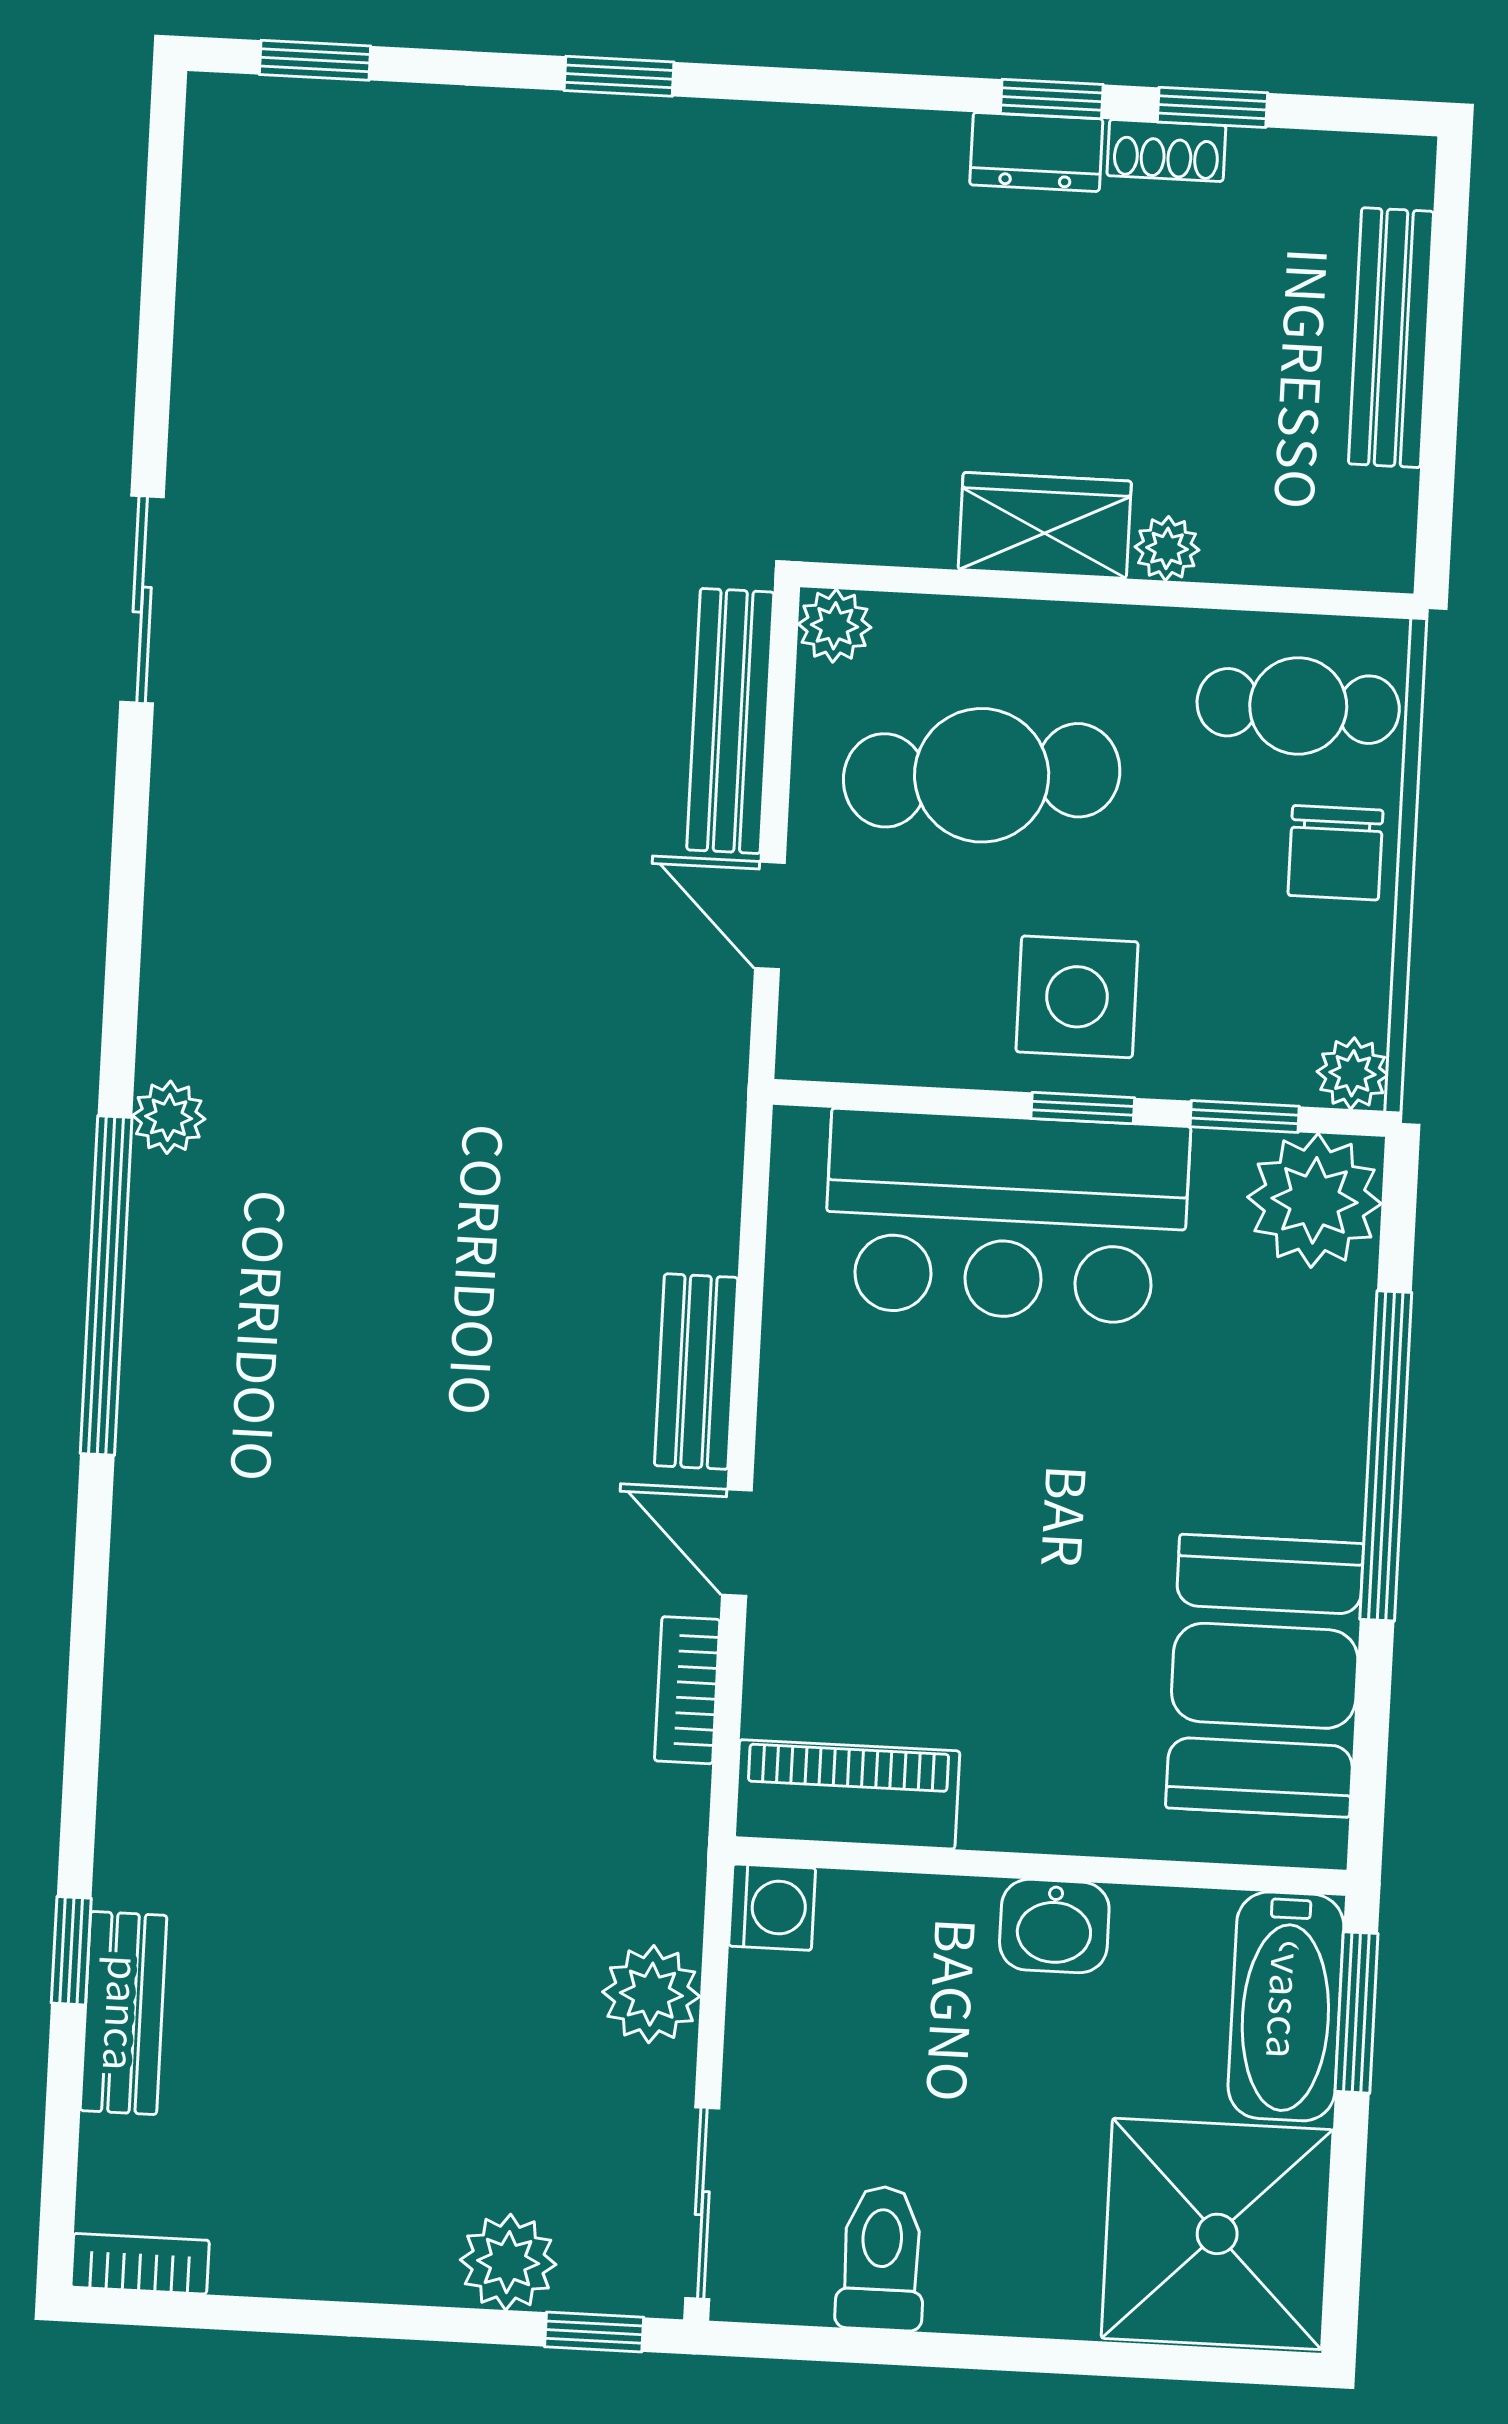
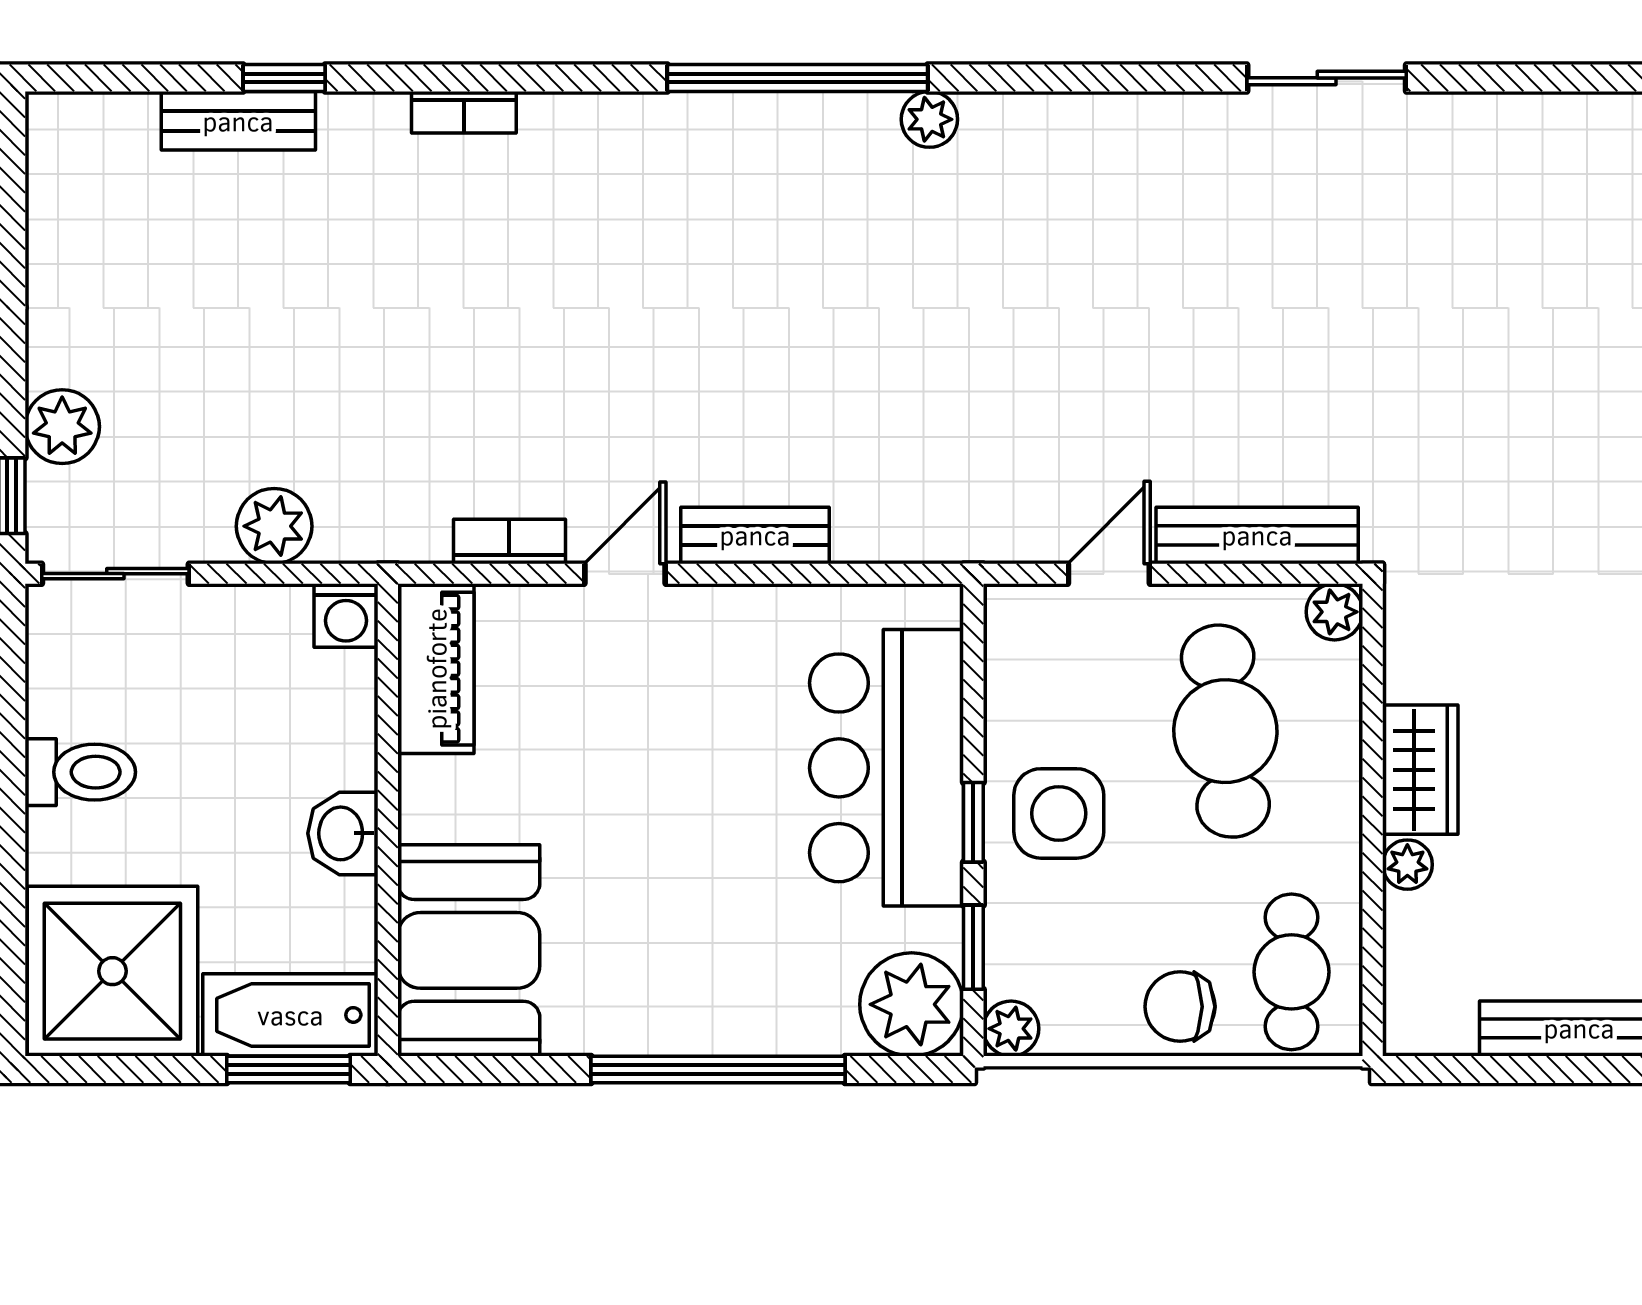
booth: (1265, 1676) -> (469, 950), moved, turned 90
toilet: (881, 2258) -> (80, 772), moved
bookcase: (140, 2264) -> (464, 112), moved, turned 90

